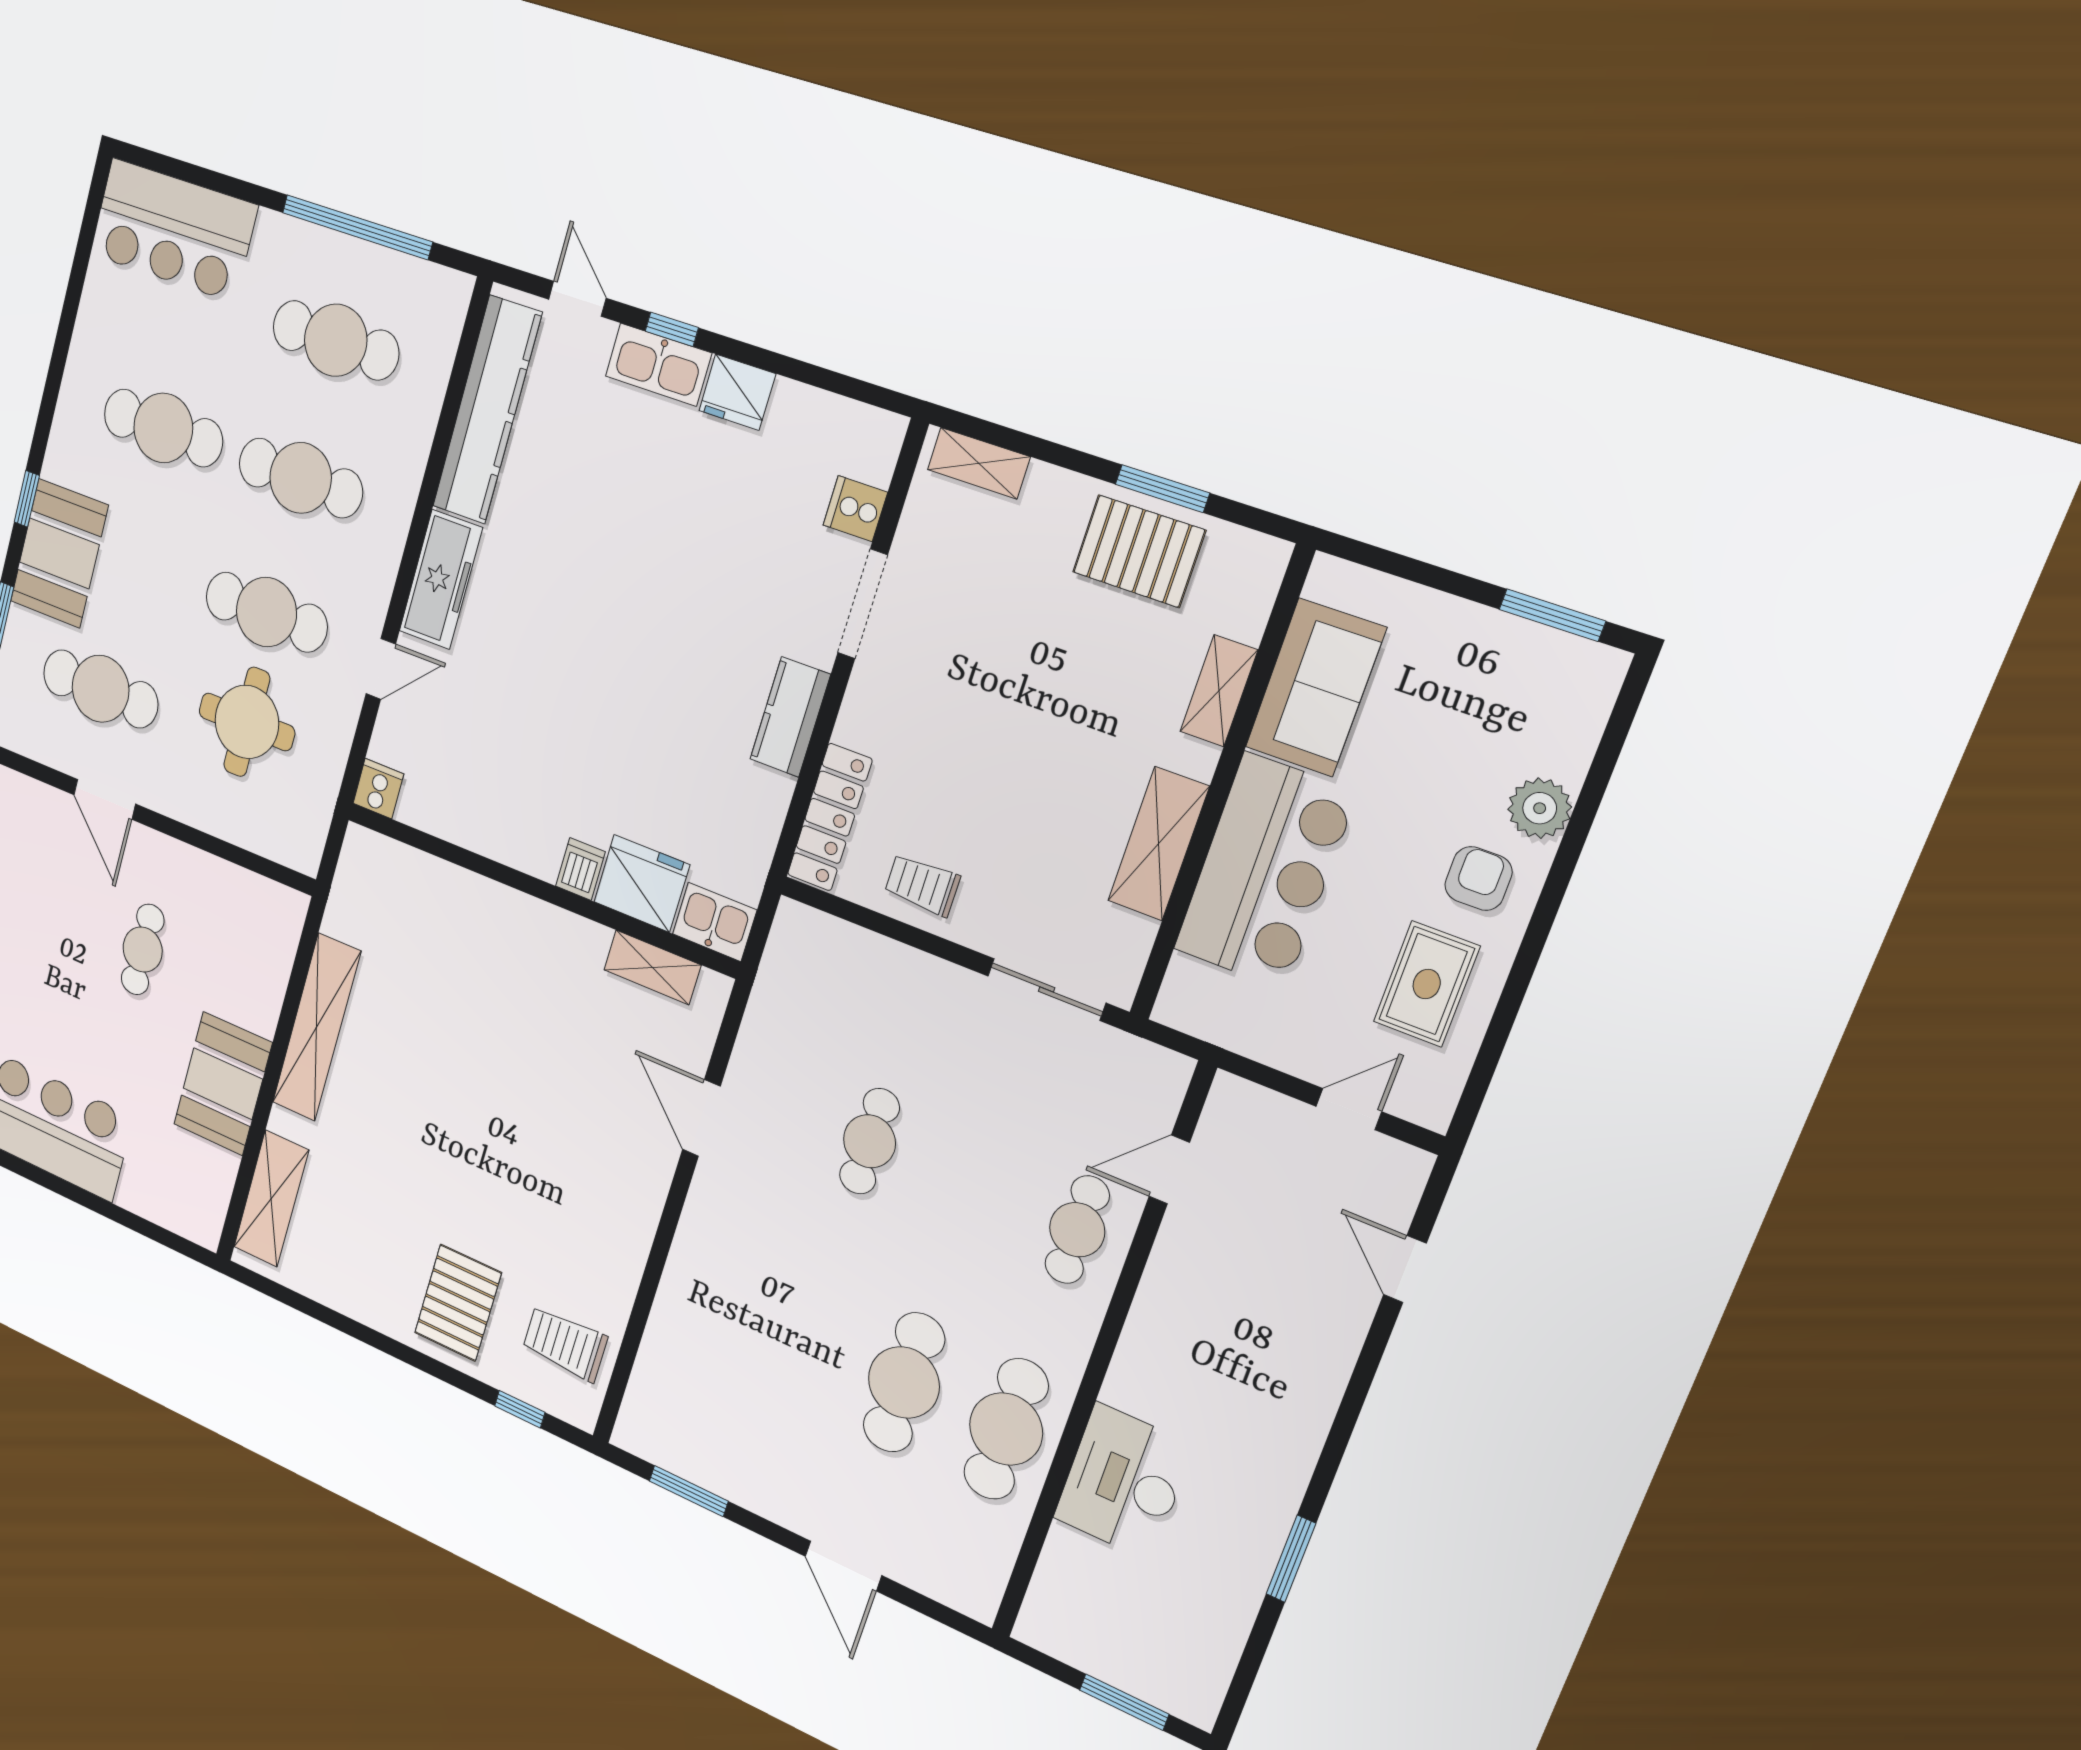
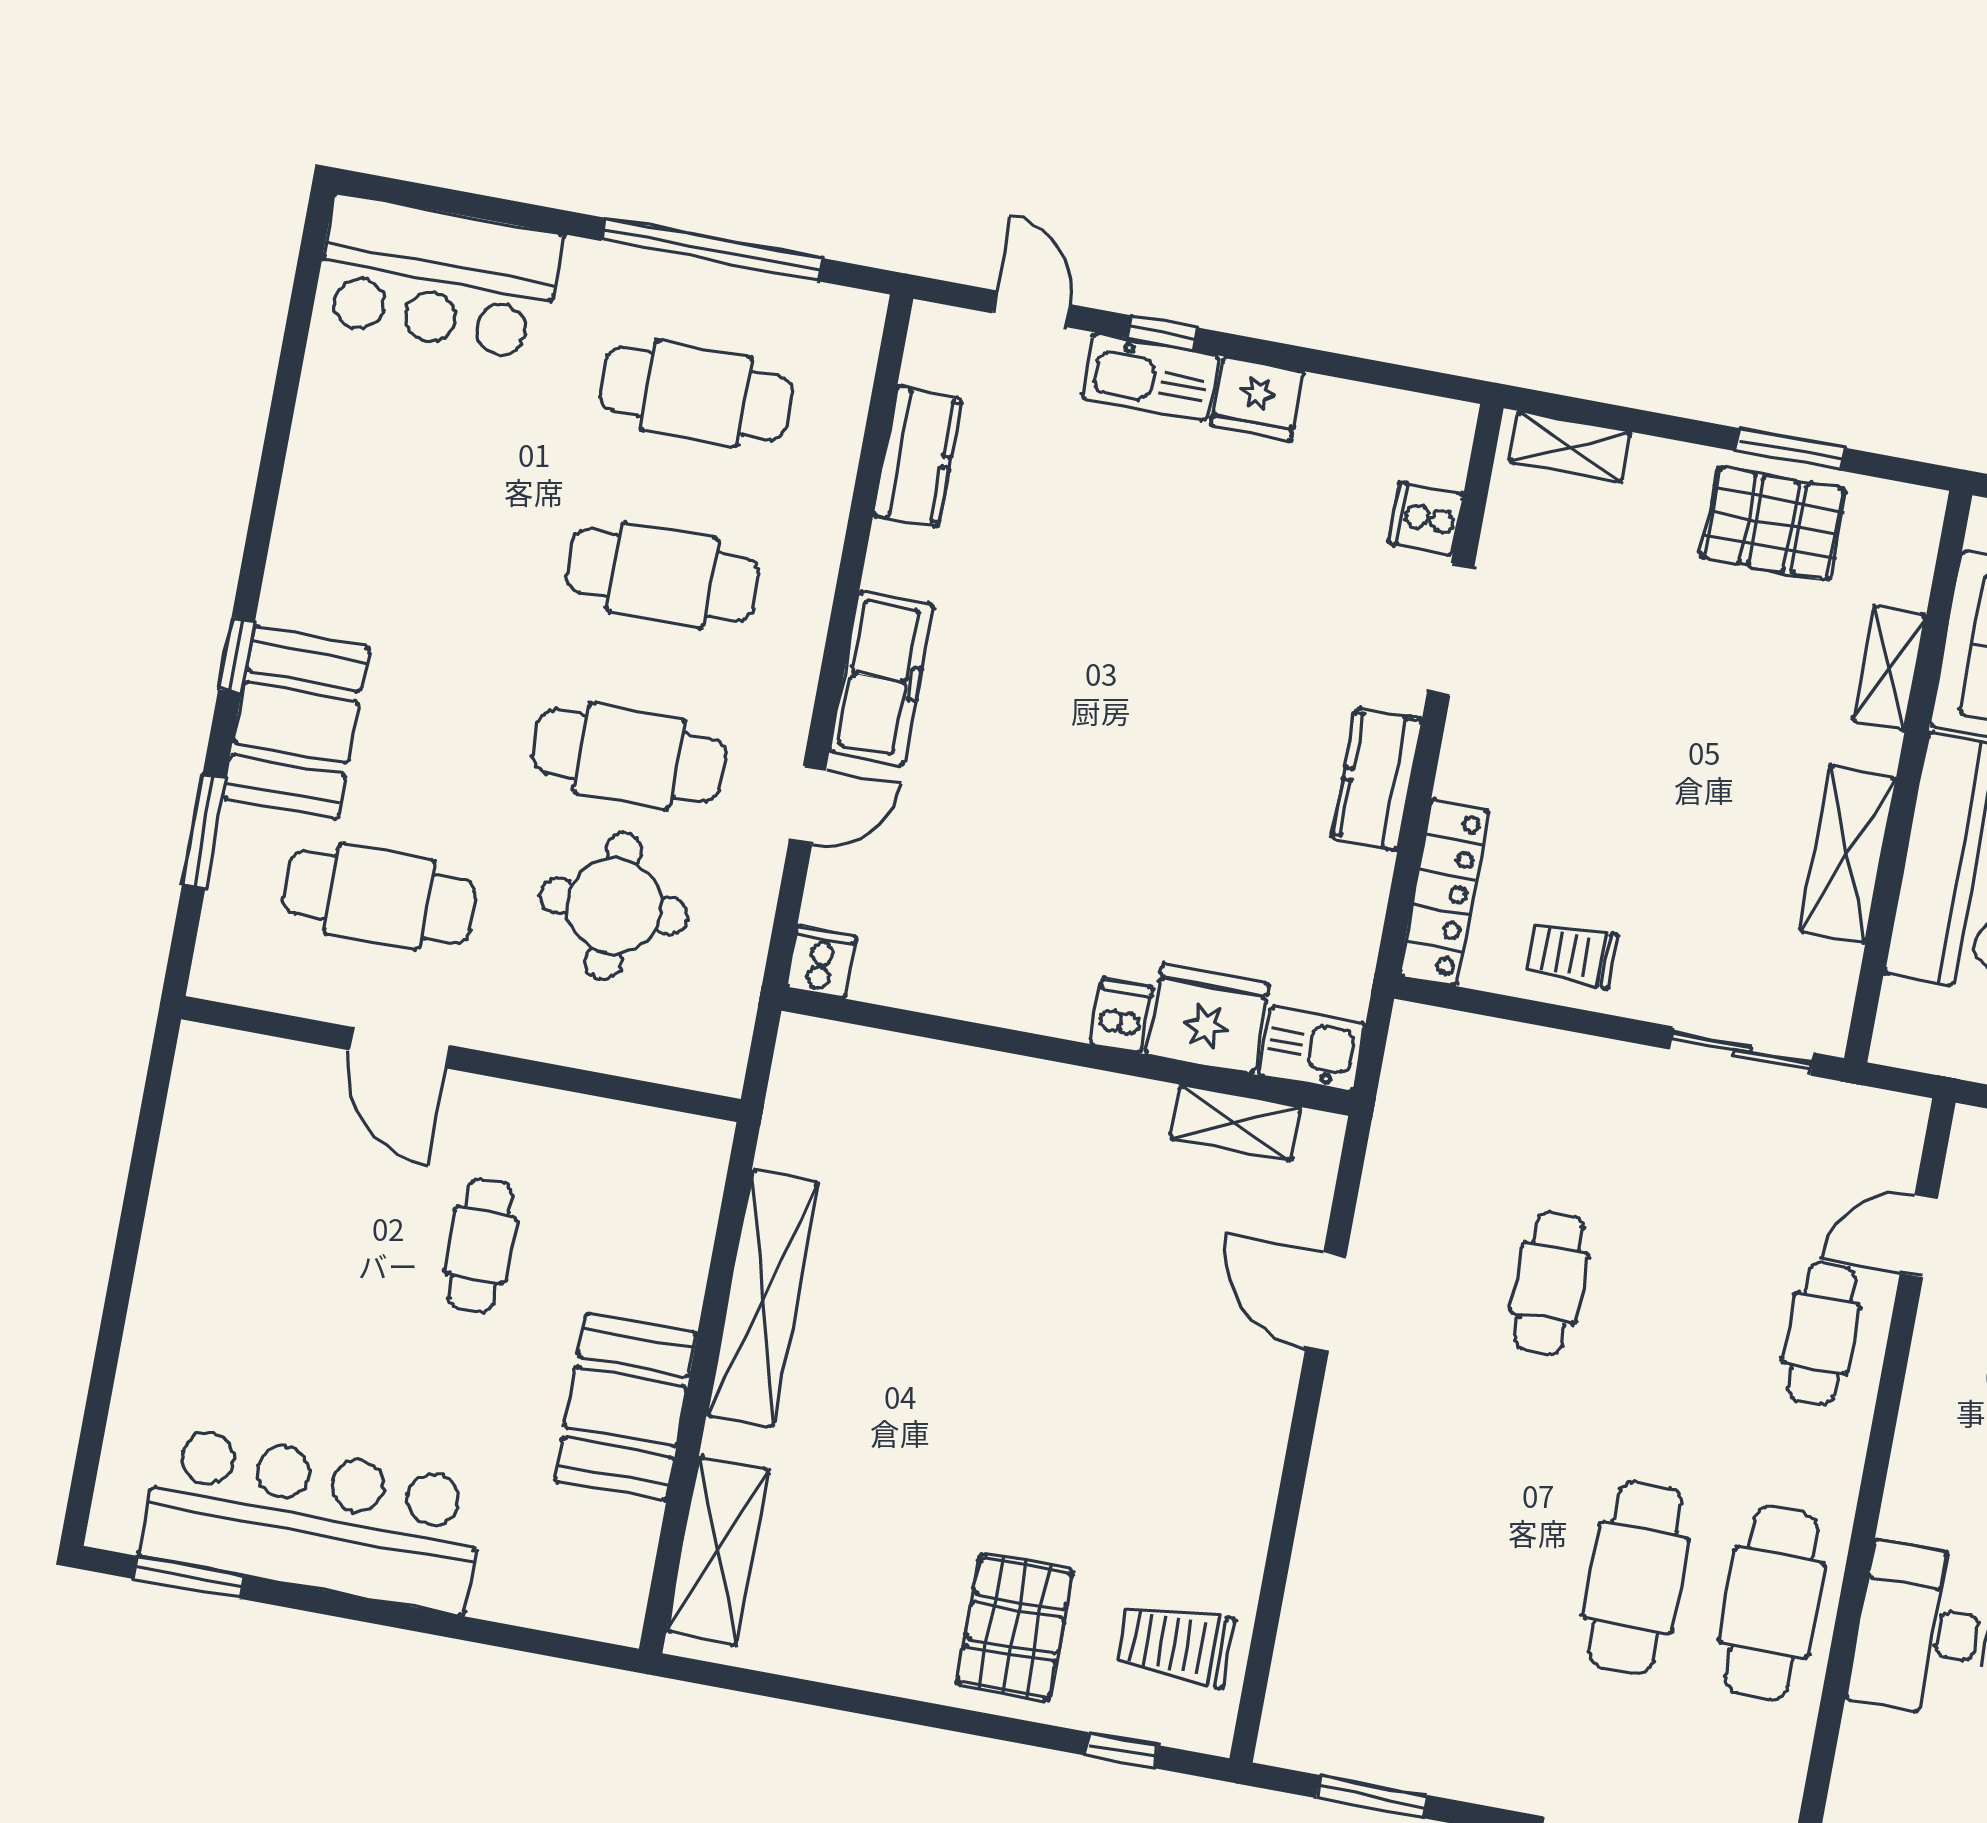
kitchen counter: (487, 410) -> (918, 457), width x0.48, depth x0.86
cafe table: (163, 428) -> (446, 535), removed

